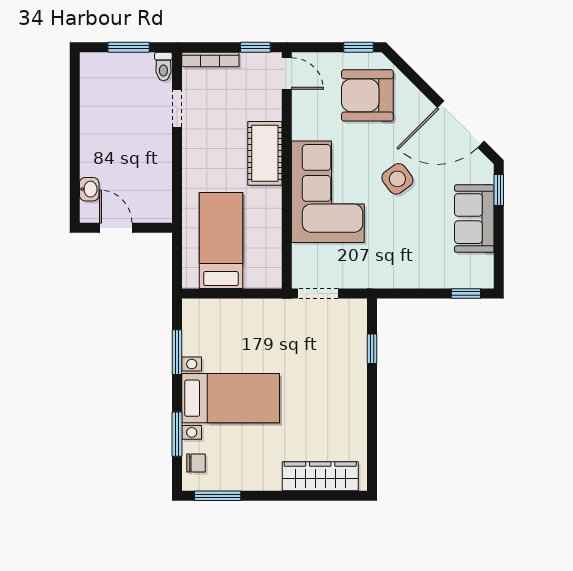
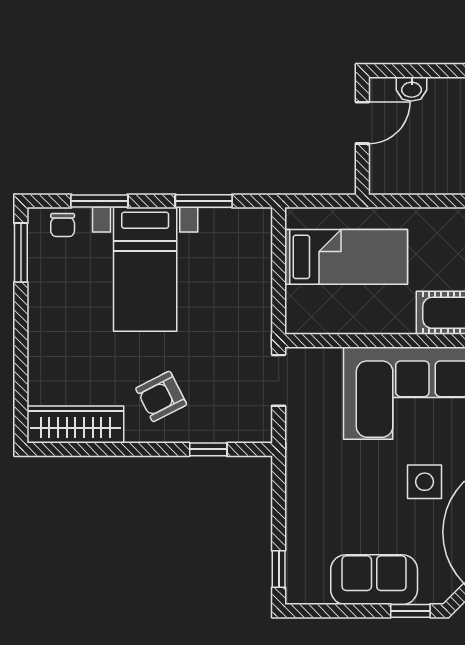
side table: (397, 179) -> (425, 482), turned 36
armchair: (330, 386) -> (161, 396), added
wardrobe: (320, 476) -> (75, 425), moved, turned -90

